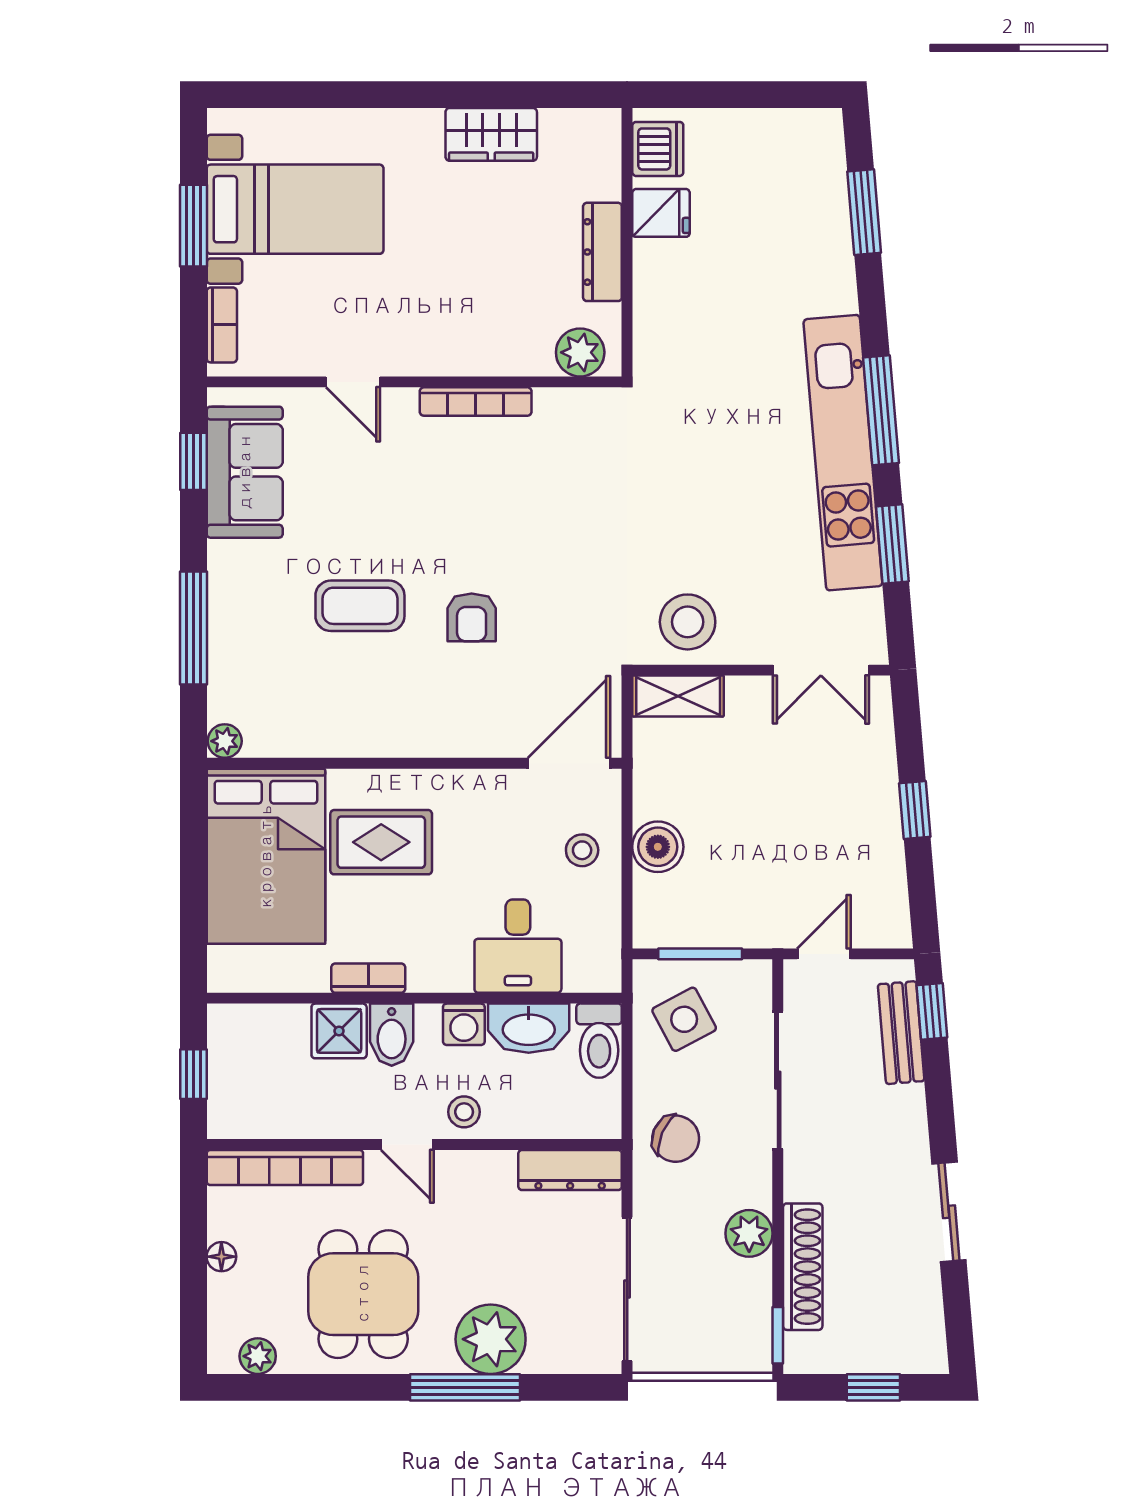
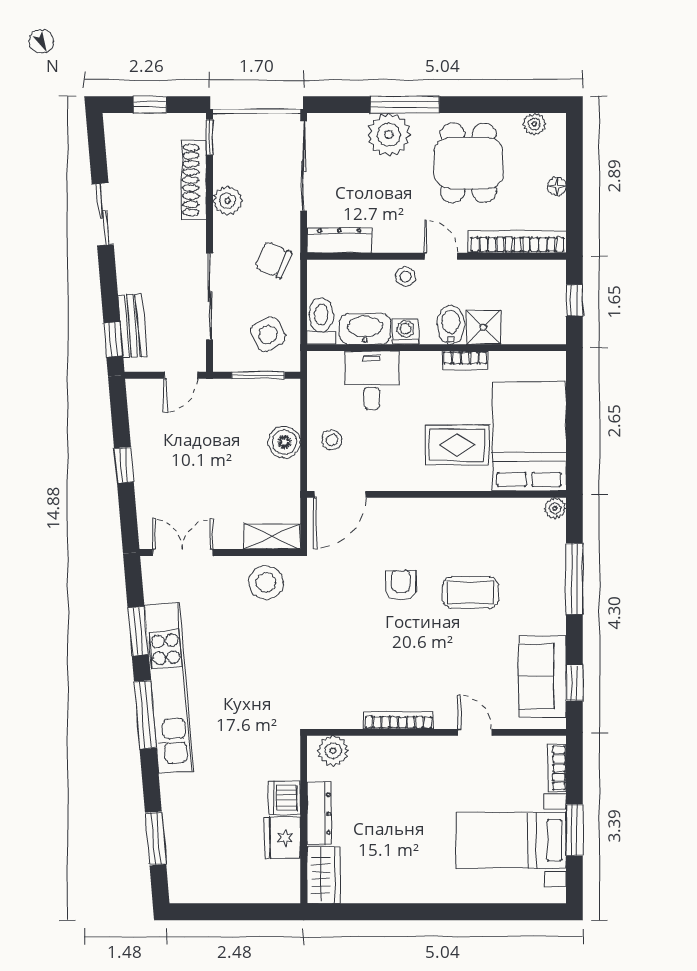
wardrobe: (491, 134) -> (323, 875), moved, turned 90
dishwasher: (658, 149) -> (284, 798), moved
fridge: (661, 213) -> (282, 838), width x1.38

